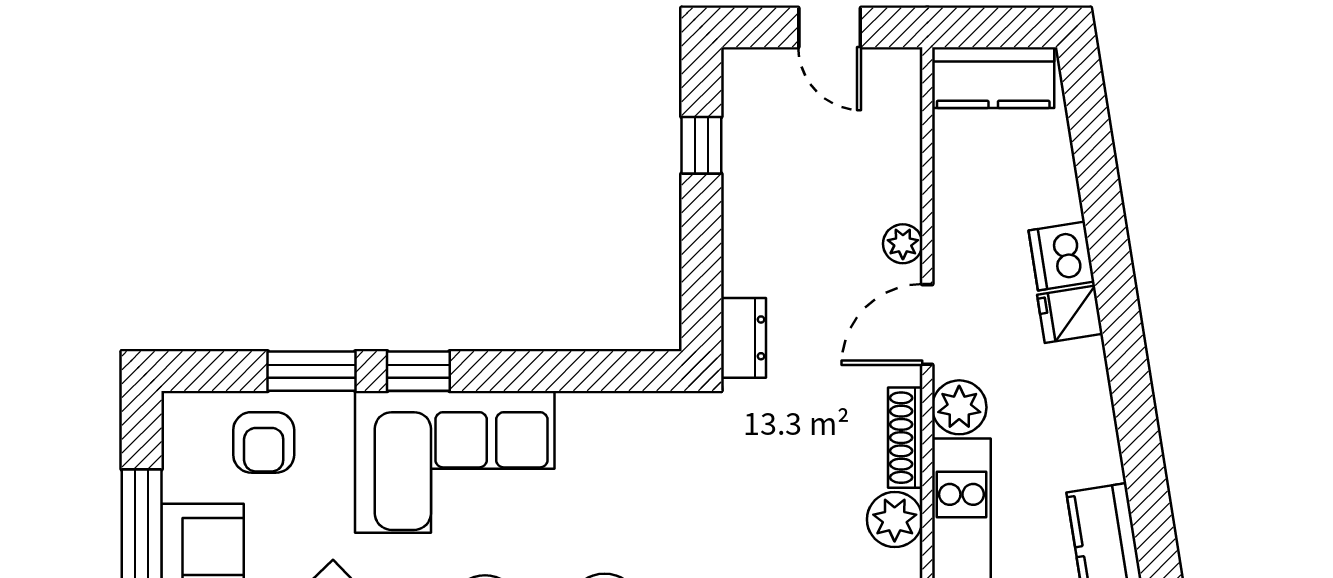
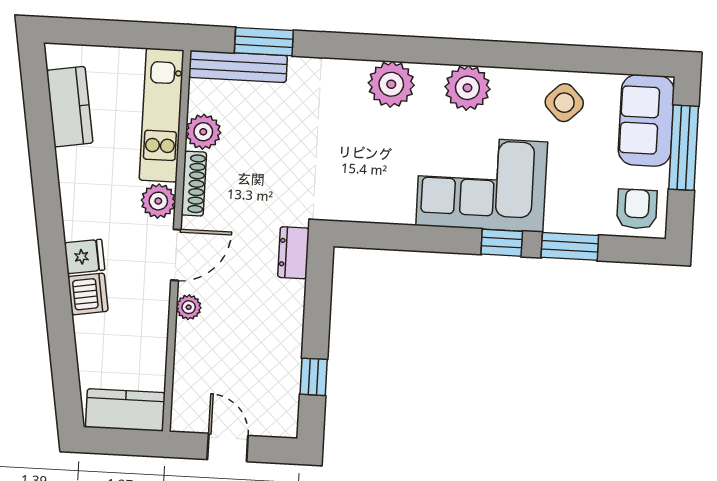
armchair: (264, 442) -> (637, 209), moved

